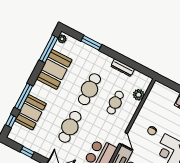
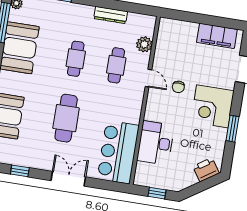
cafe table: (89, 89) -> (76, 59), width x0.73, depth x0.74
door: (123, 138) -> (148, 78), moved

